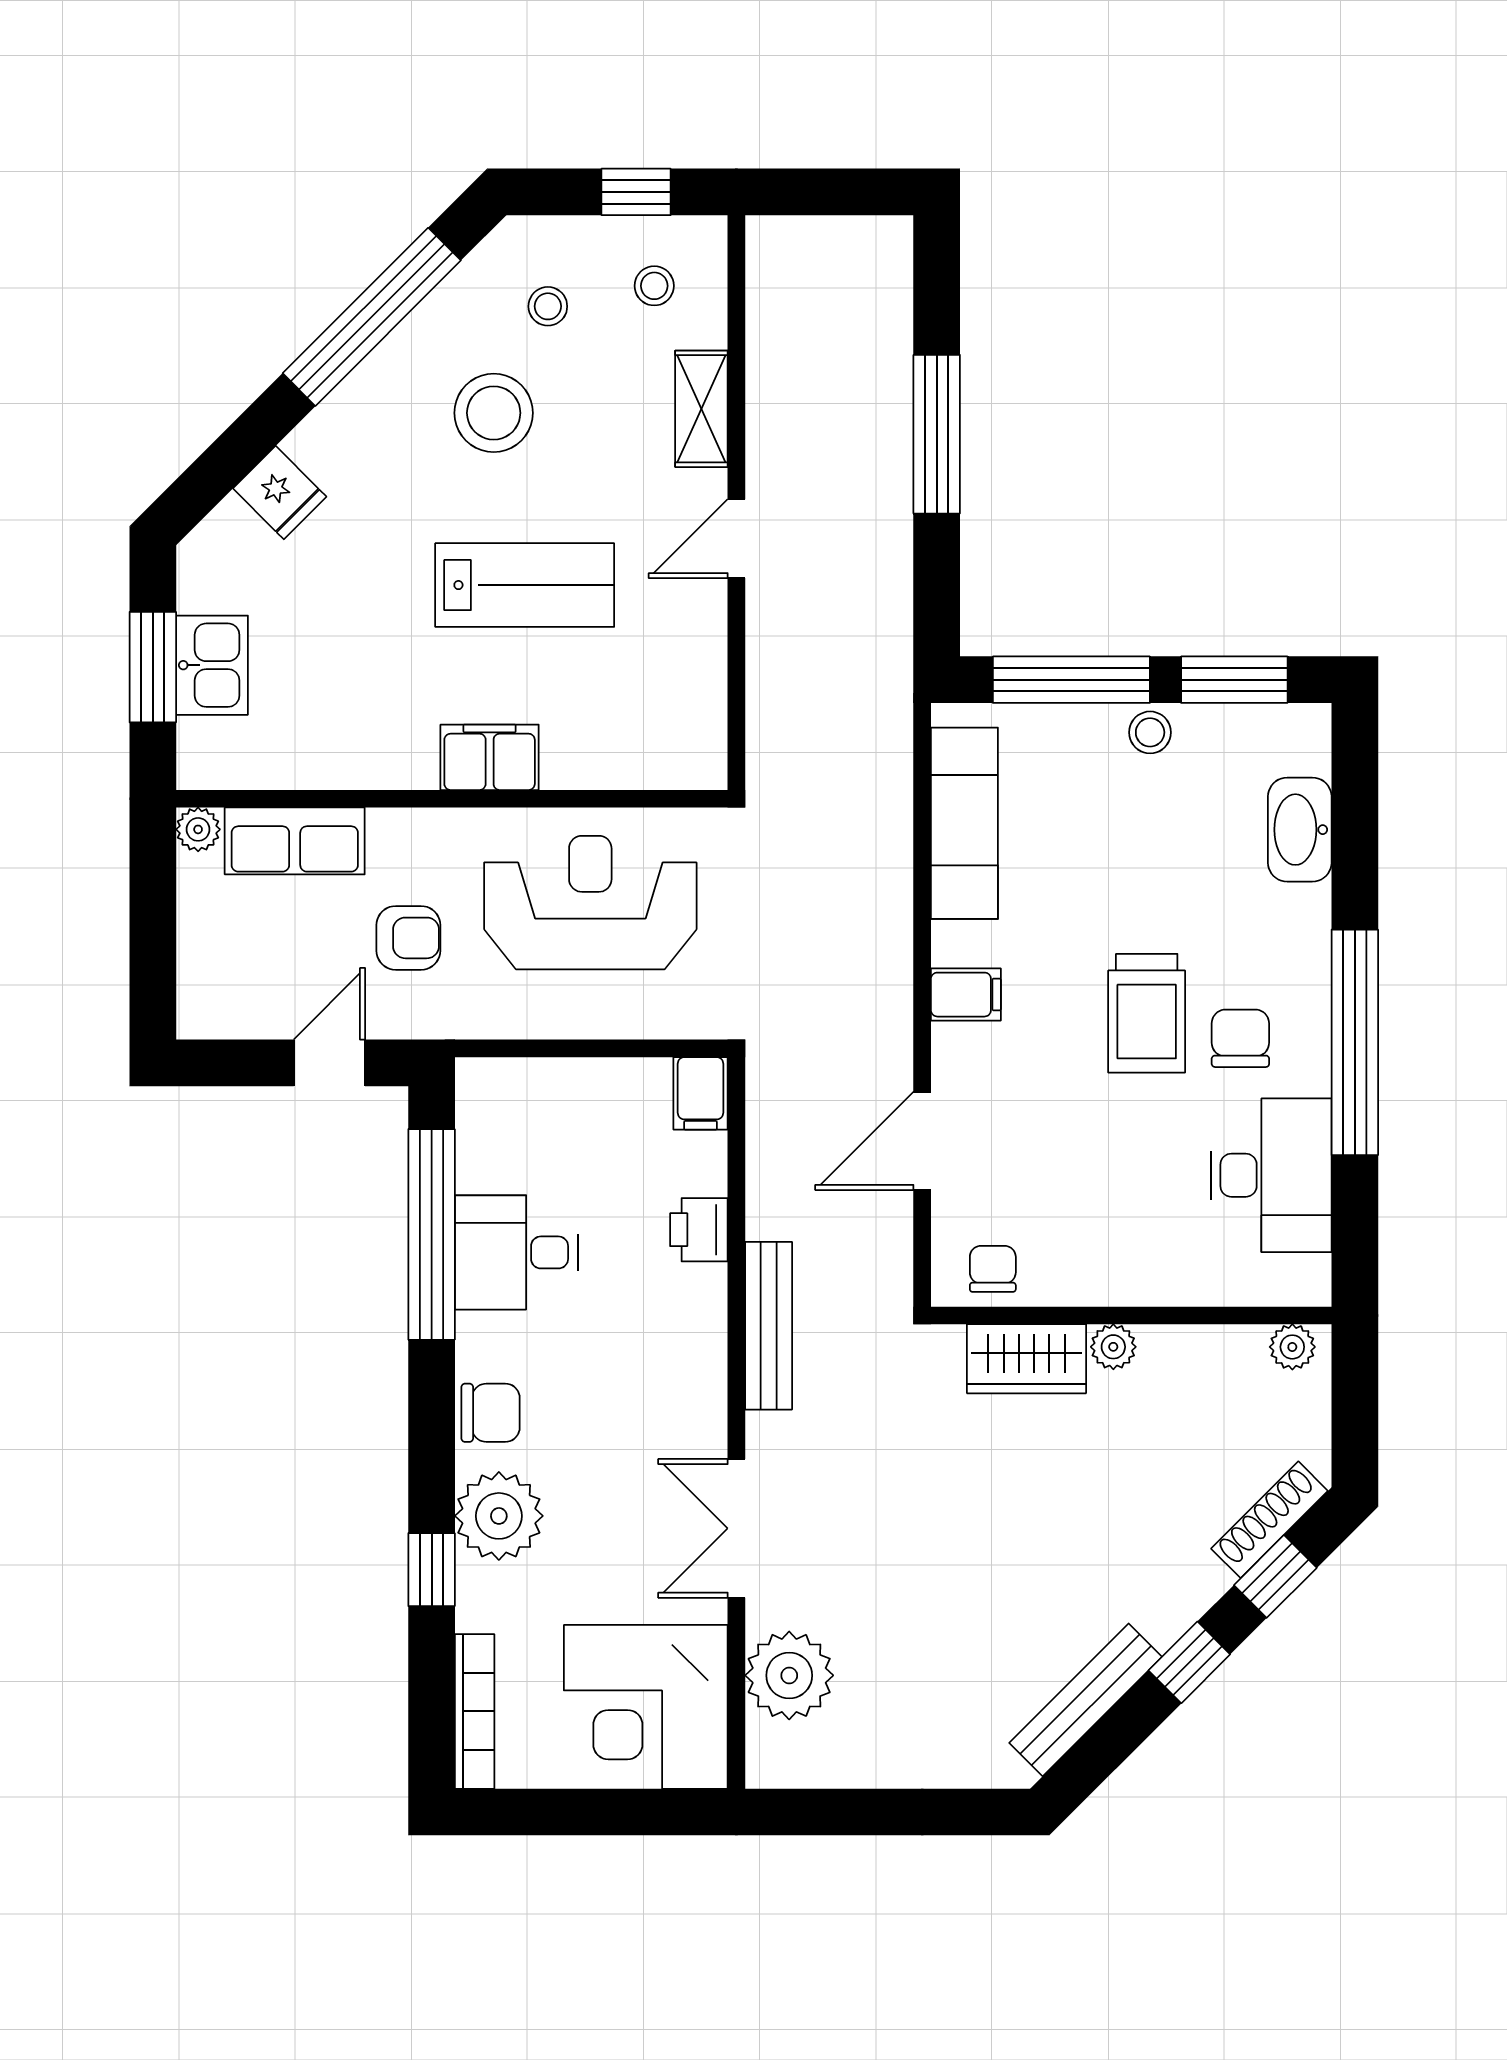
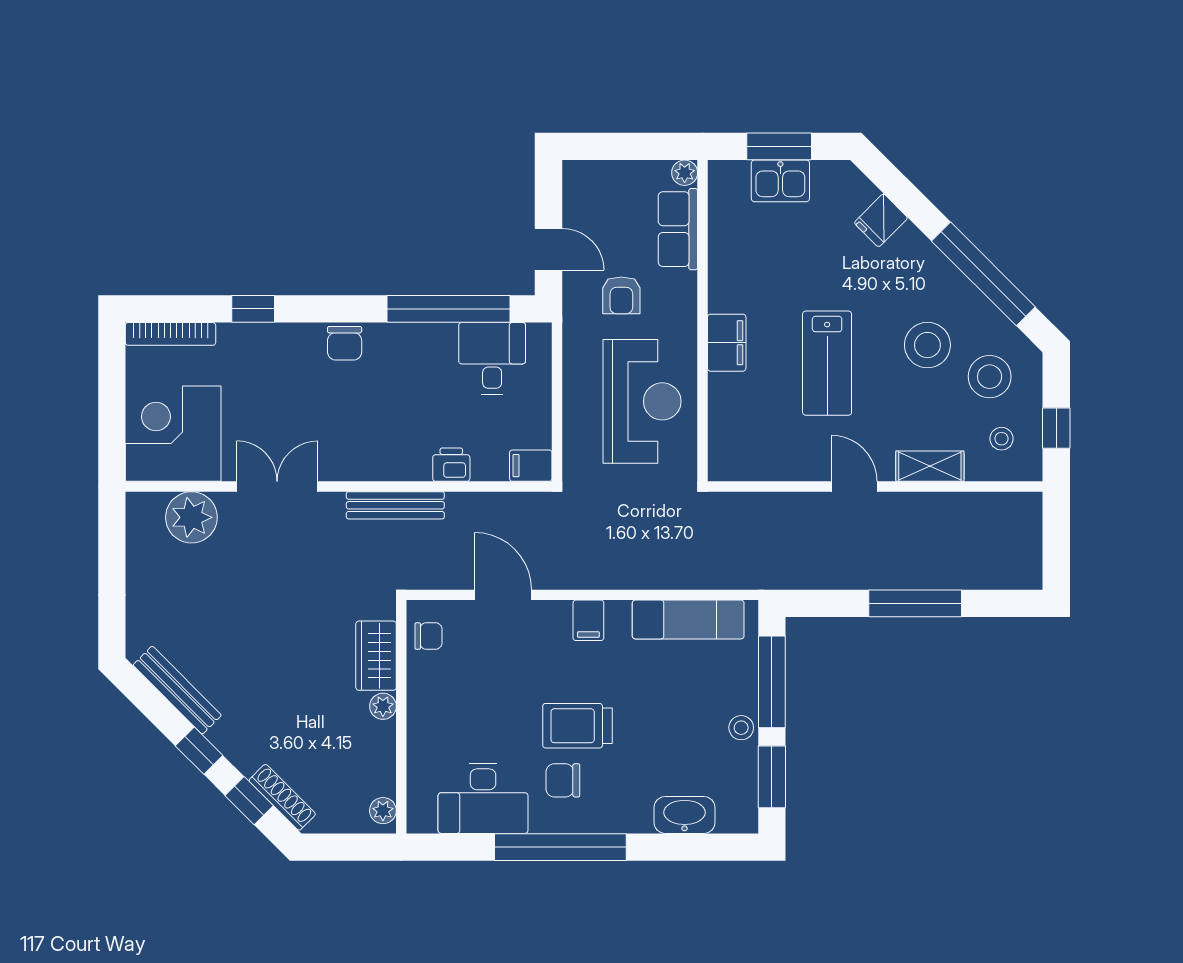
stool: (548, 306) -> (990, 377), width x1.89, depth x1.89
chair: (1240, 1038) -> (563, 780), turned 180
desk: (516, 1252) -> (492, 358), moved
plant: (499, 1516) -> (284, 348), removed

